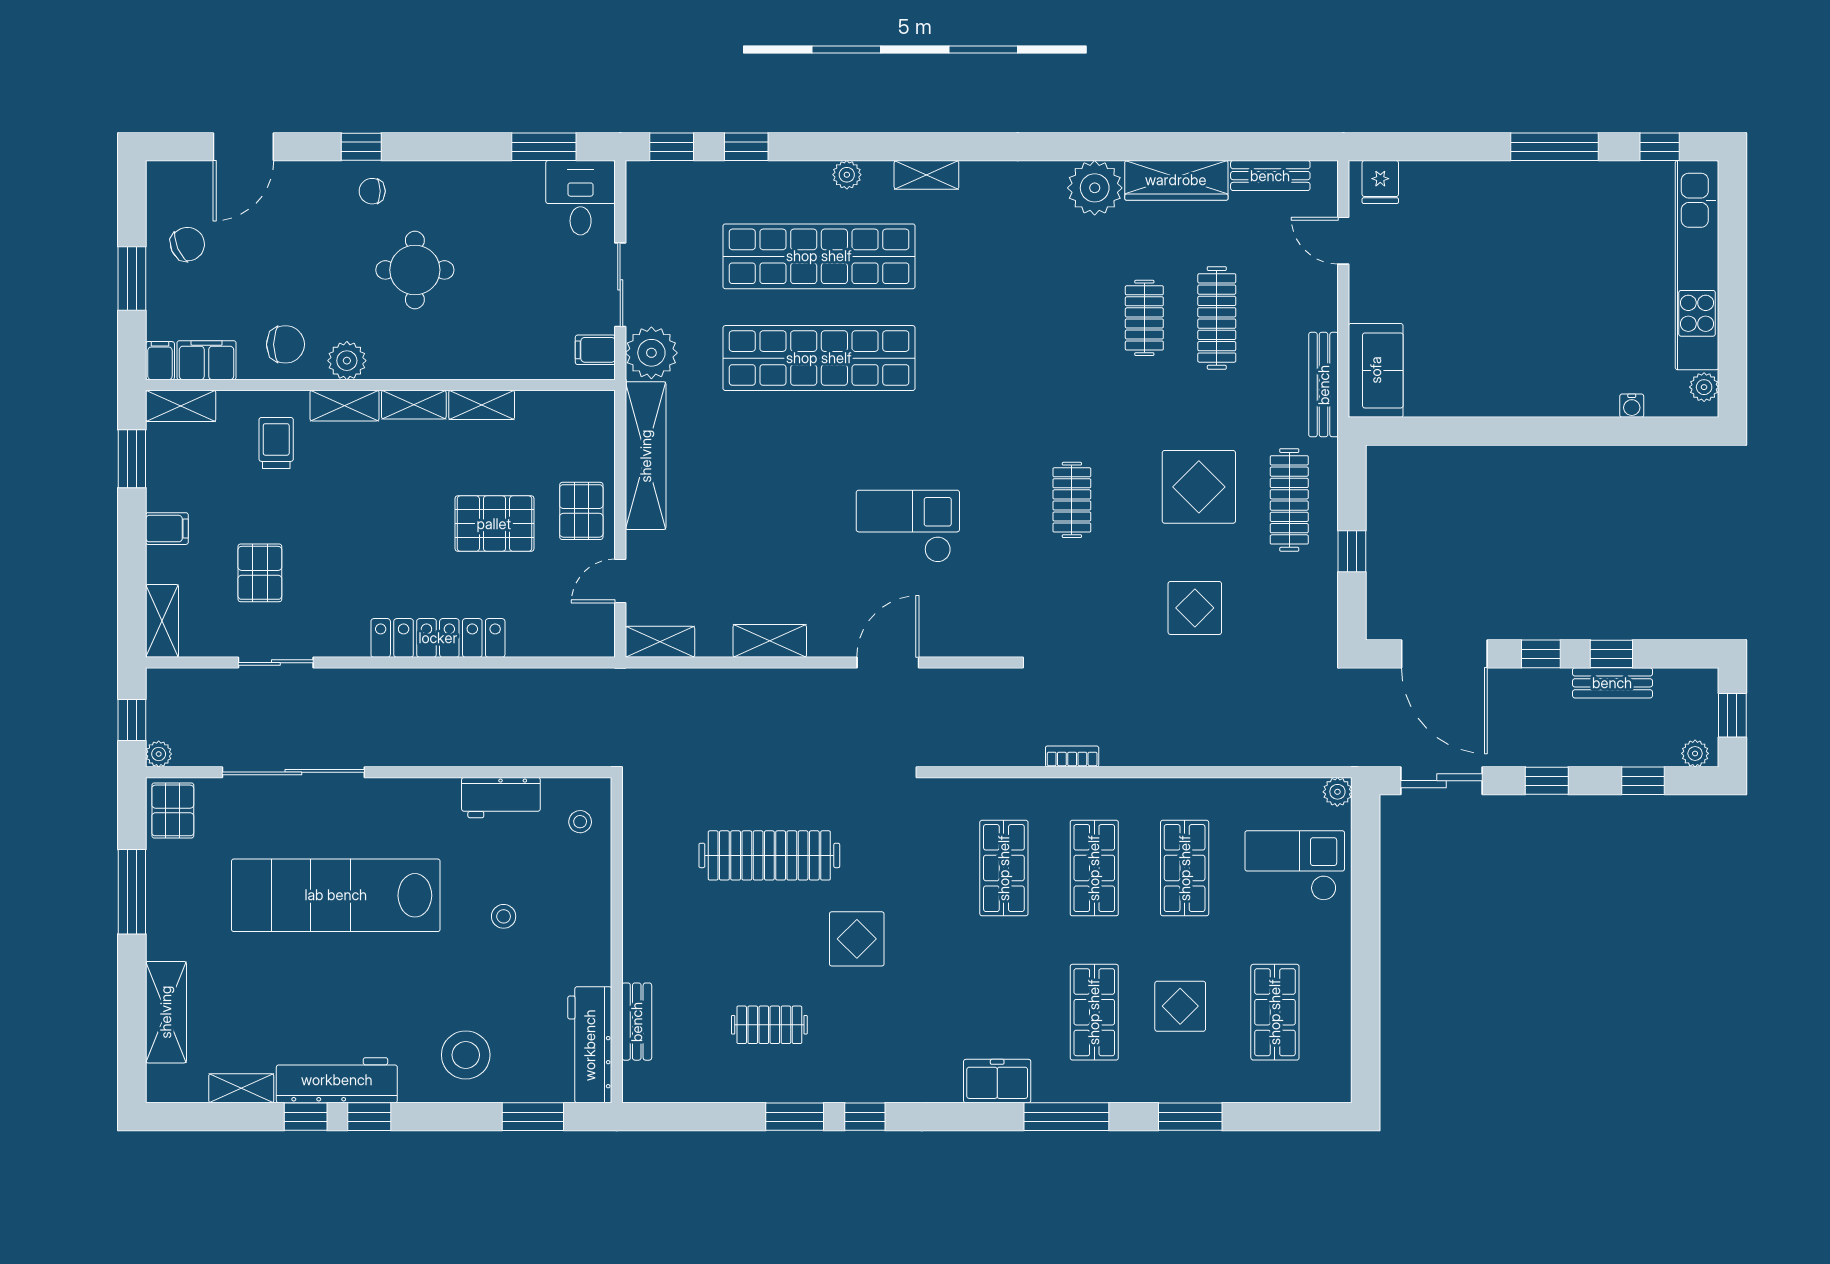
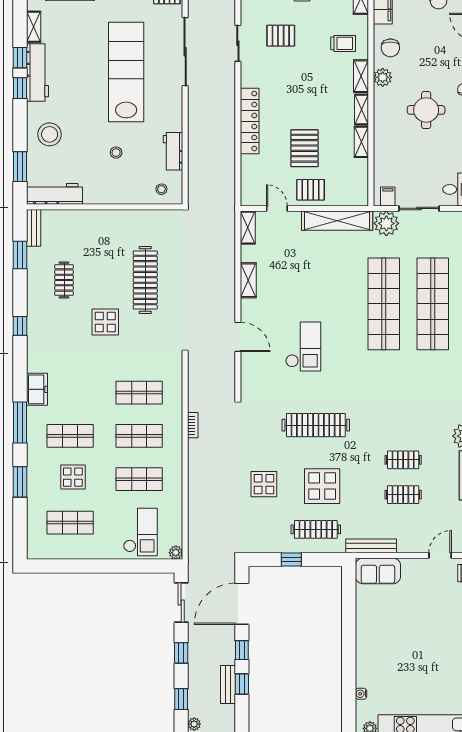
clothes rail: (1217, 318) -> (403, 495), width x0.73
clothes rail: (1072, 500) -> (316, 425), width x1.86, depth x1.31
bench: (637, 1022) -> (34, 228), moved, turned 90
window: (795, 1117) -> (20, 255), moved

